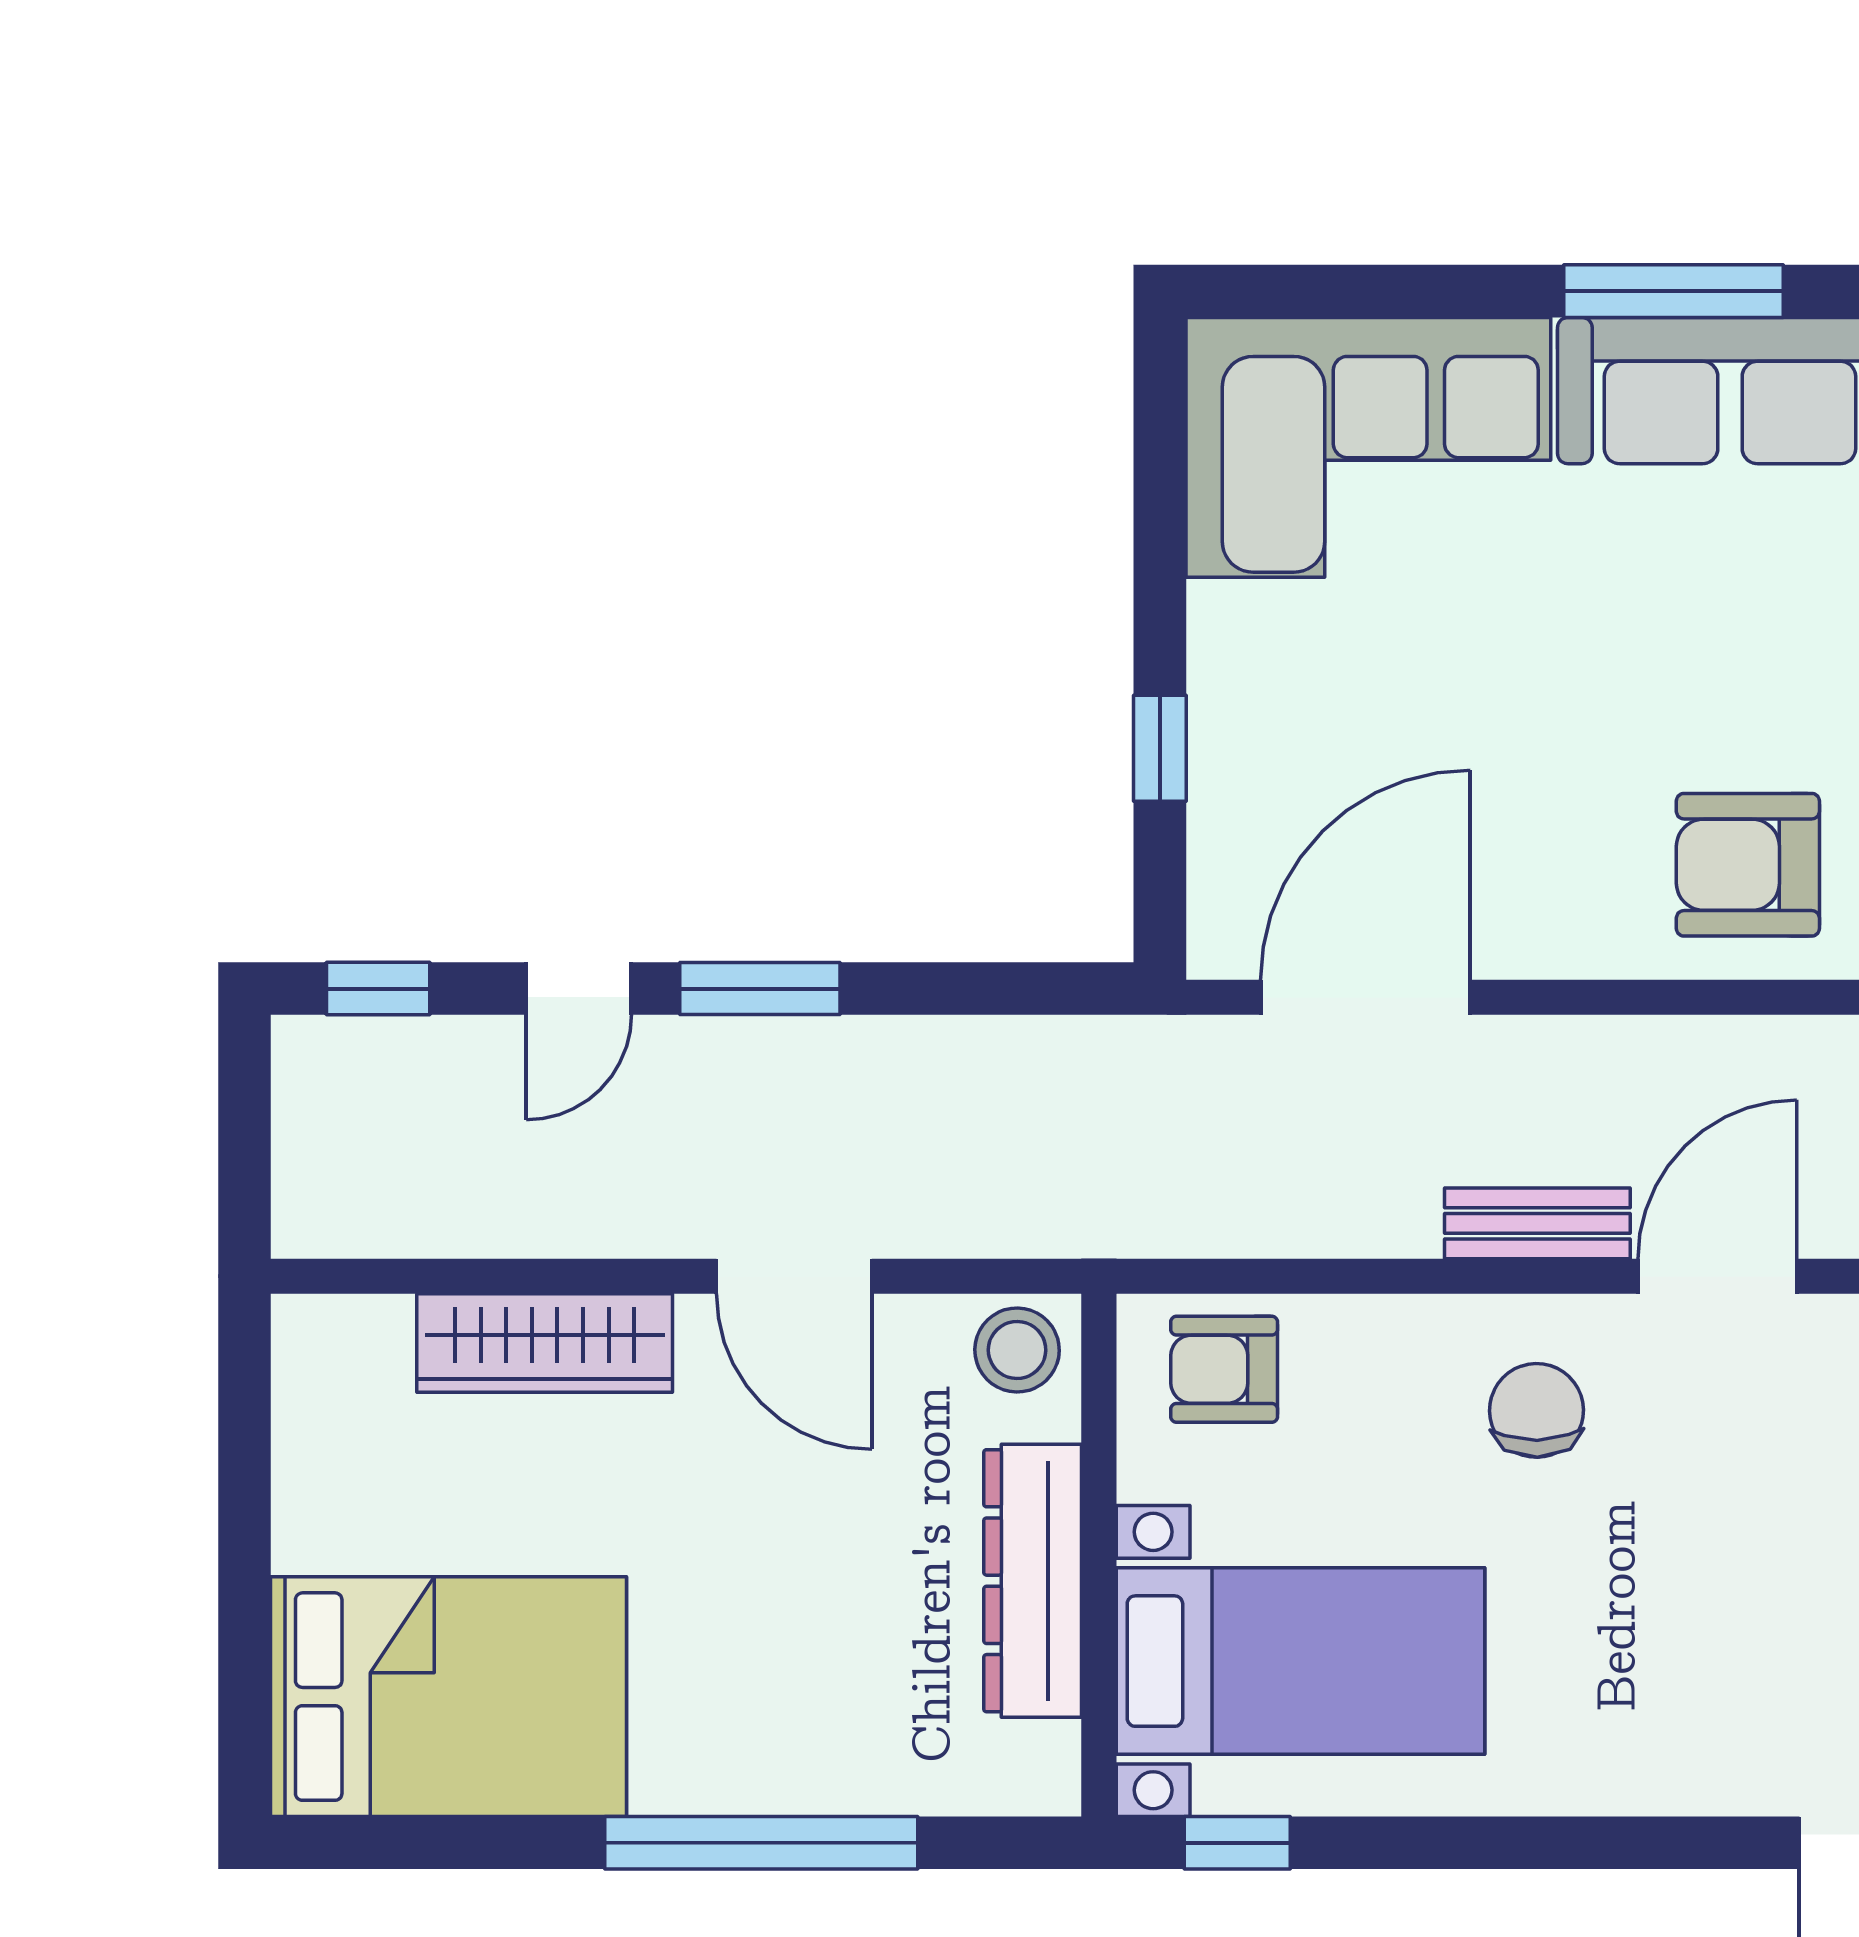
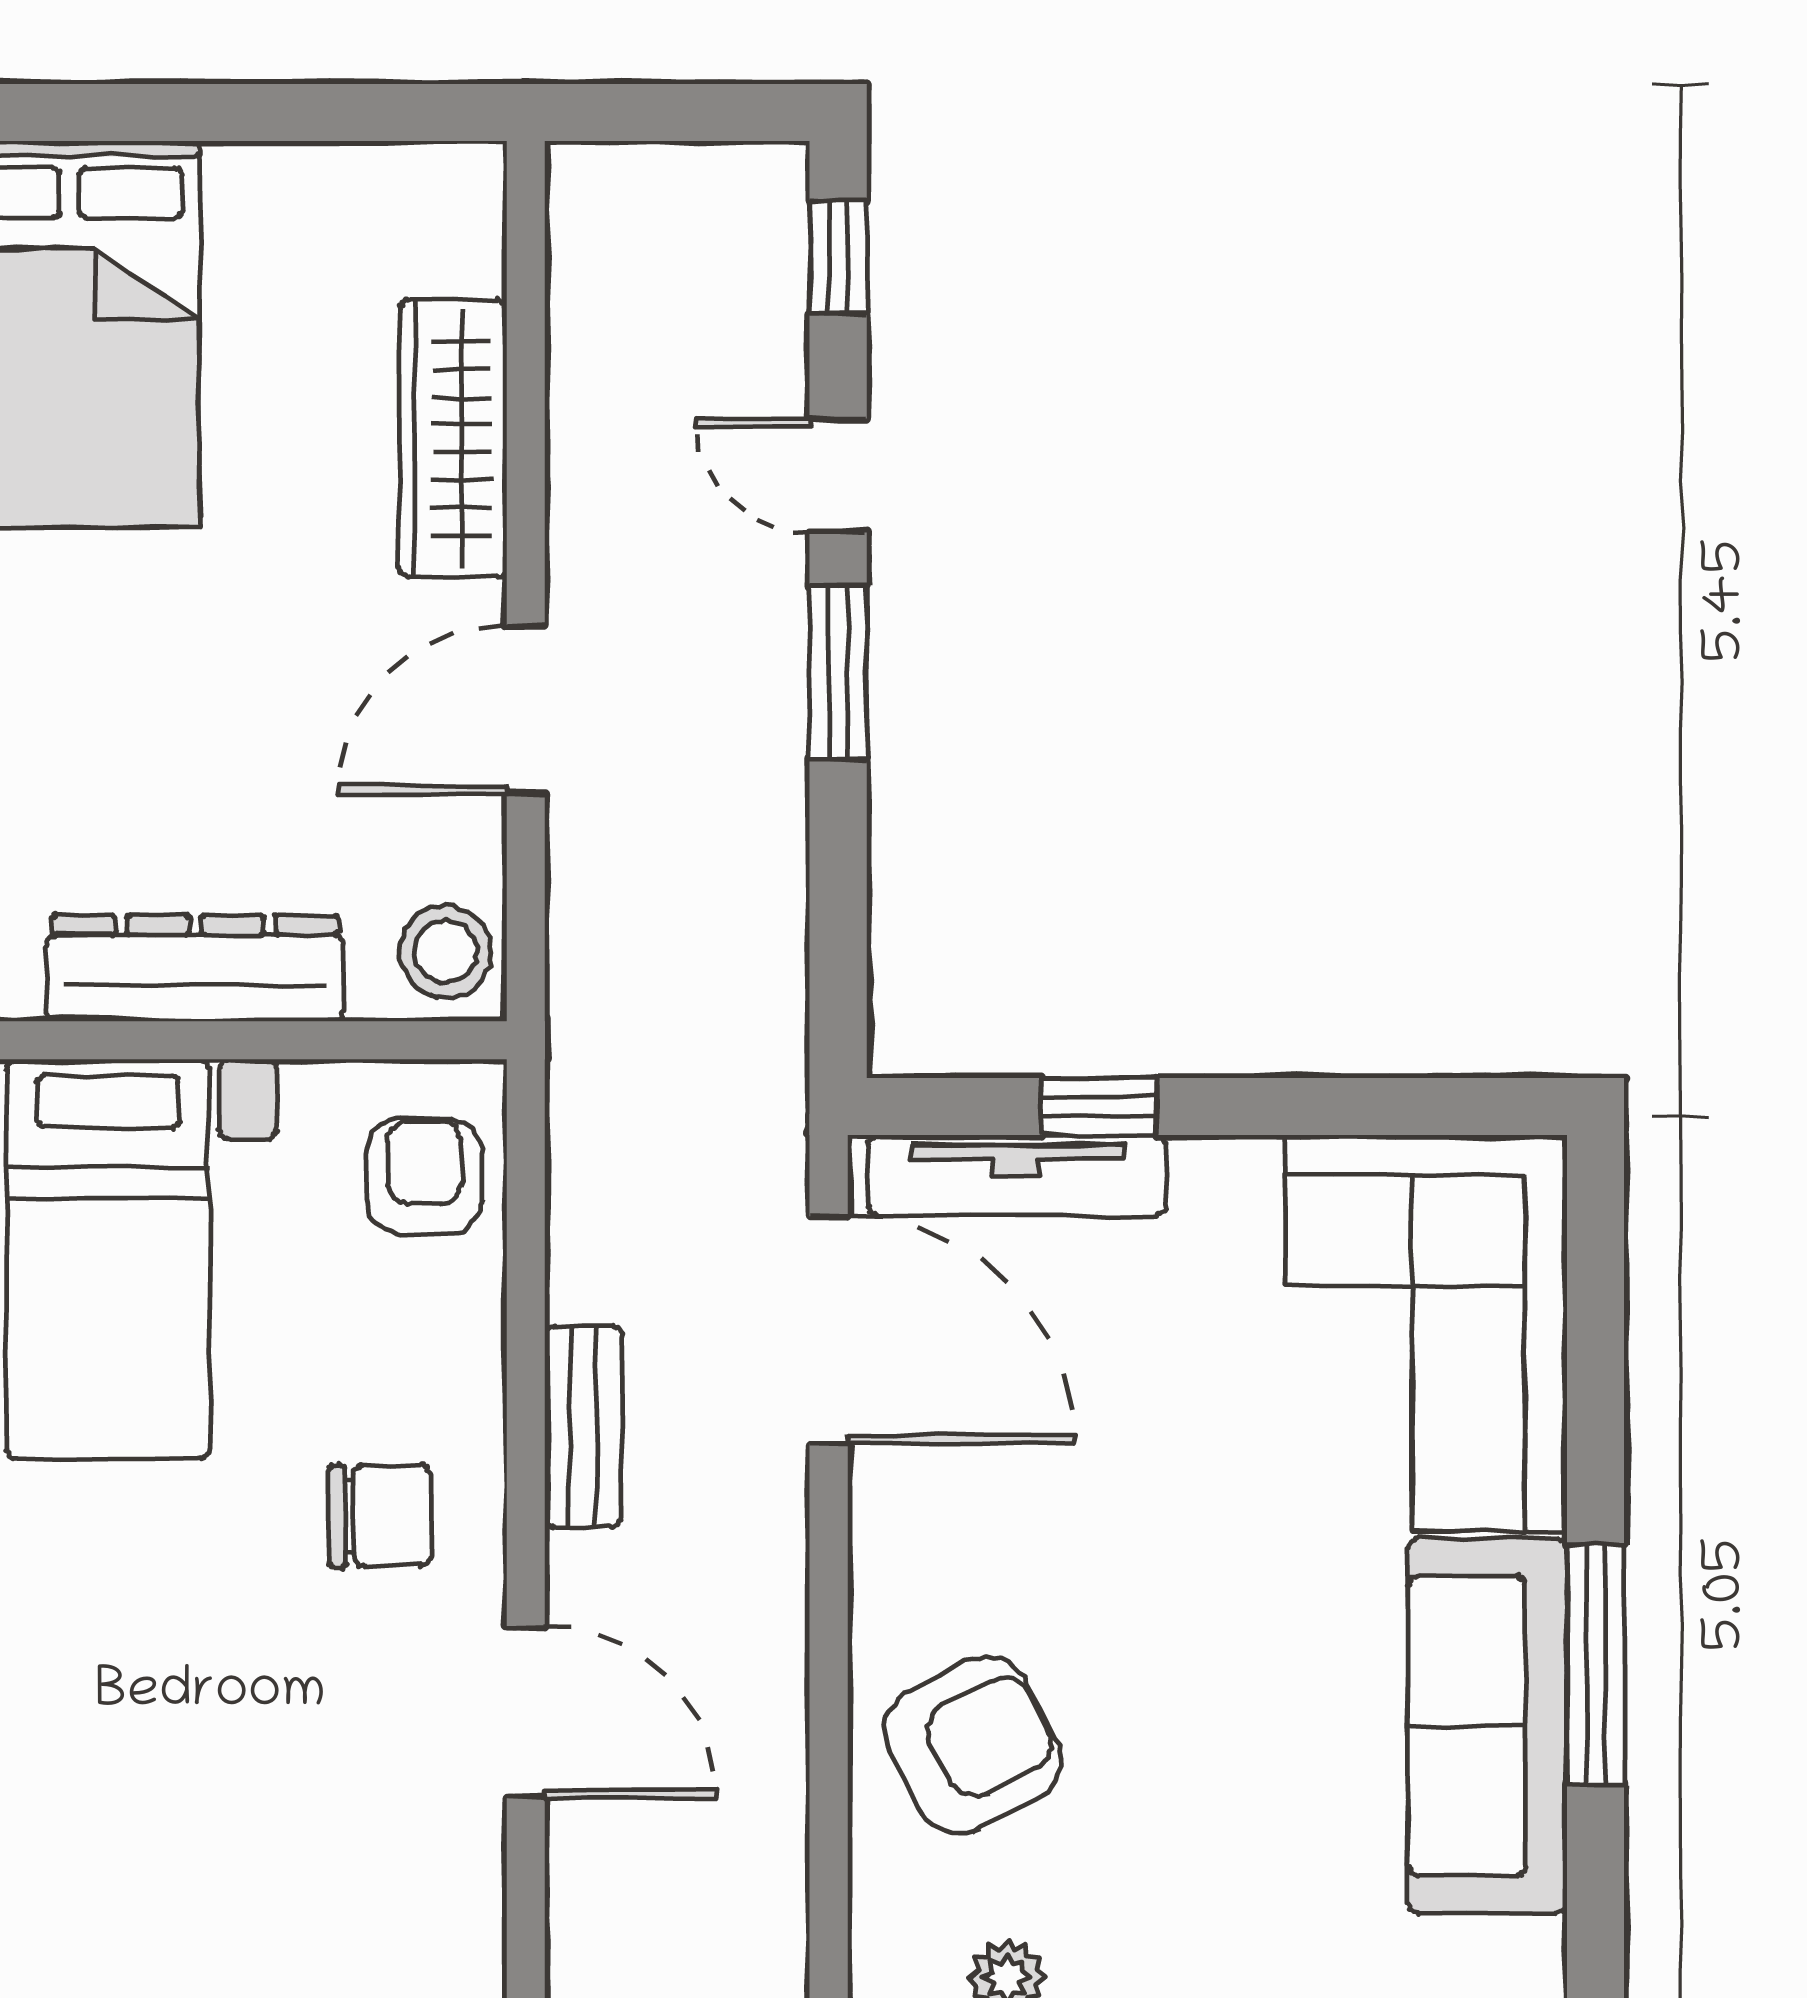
tv unit: (1223, 824) -> (1017, 1175), added
armchair: (1748, 865) -> (973, 1745), turned 63
bench: (1537, 1223) -> (583, 1427), moved

